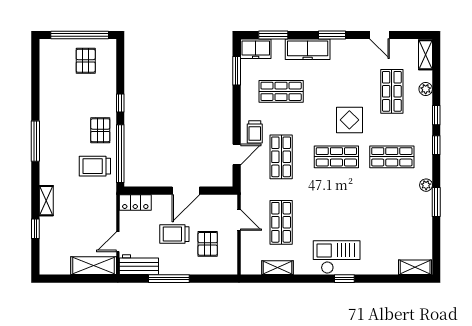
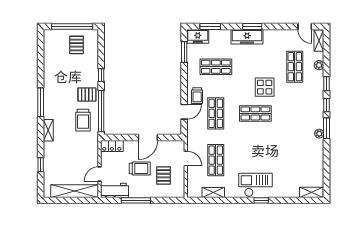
door: (380, 35) -> (305, 27), moved
freezer: (308, 49) -> (247, 37), moved
pallet: (100, 130) -> (87, 94), turned 90
shop shelf: (392, 157) -> (295, 113), removed
trolley: (95, 166) -> (83, 120), turned -90
shelving: (46, 201) -> (48, 130), moved
window: (436, 202) -> (327, 128), moved
trolley: (174, 234) -> (140, 169), turned 180
shelving: (94, 266) -> (75, 191), width x1.47

